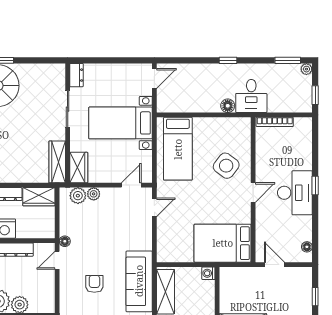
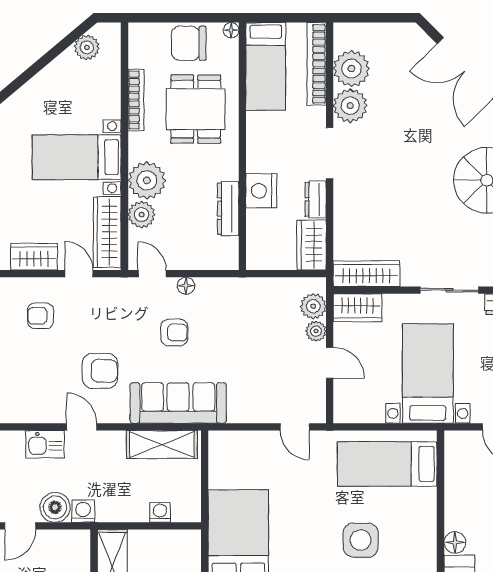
side table: (226, 166) -> (361, 540), turned -37
door: (131, 185) -> (330, 363), moved
floor lamp: (65, 241) -> (186, 286), moved
door: (57, 260) -> (152, 274), moved
washing machine: (208, 273) -> (160, 512), moved

